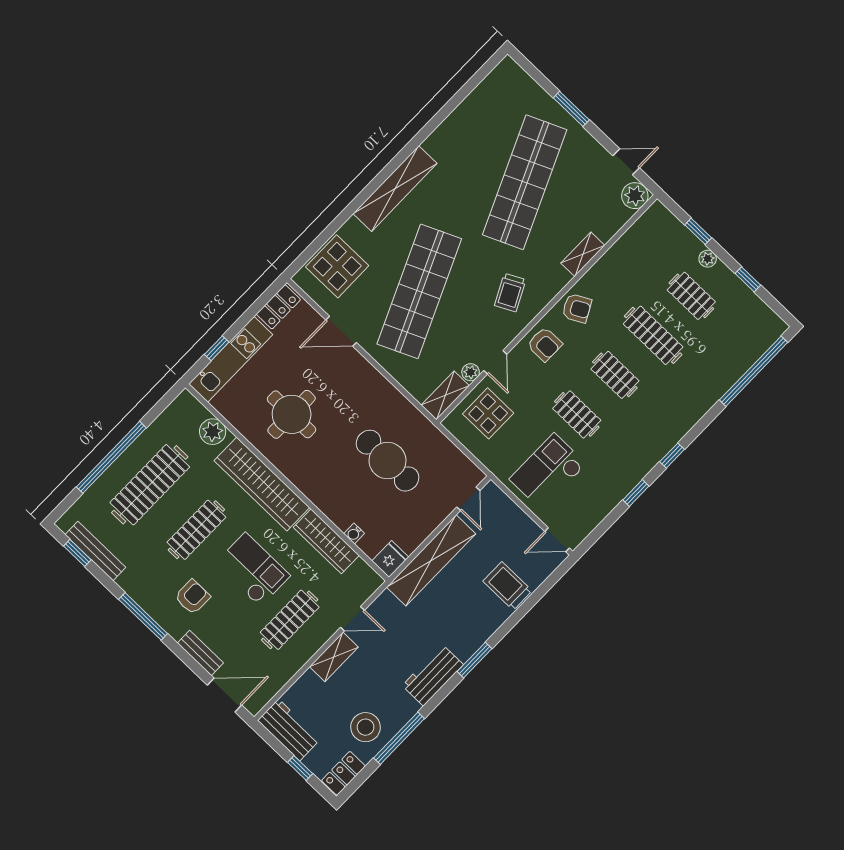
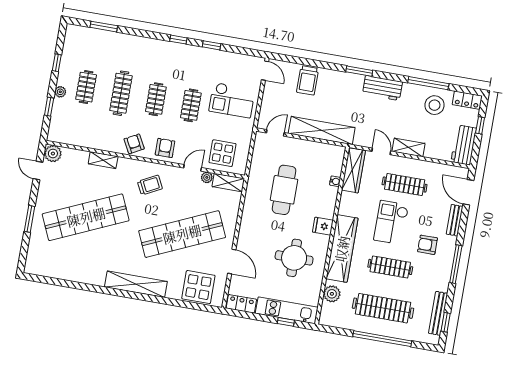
window: (754, 371) -> (104, 27), width x0.47
wardrobe: (326, 541) -> (353, 170), moved
fridge: (390, 559) -> (323, 226), moved

